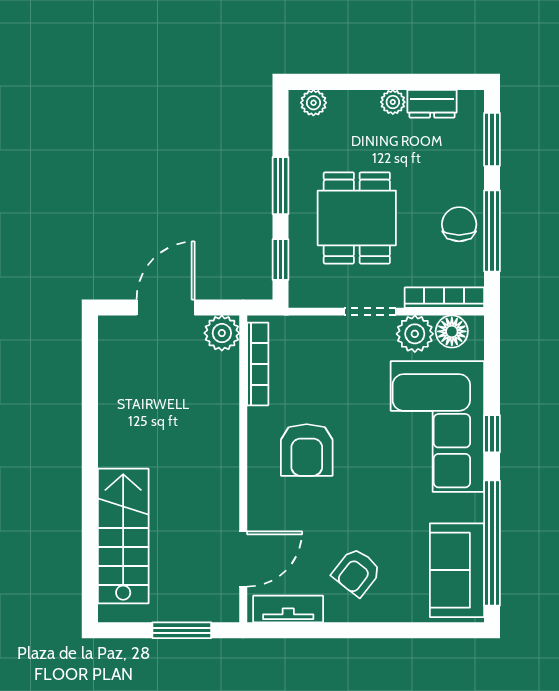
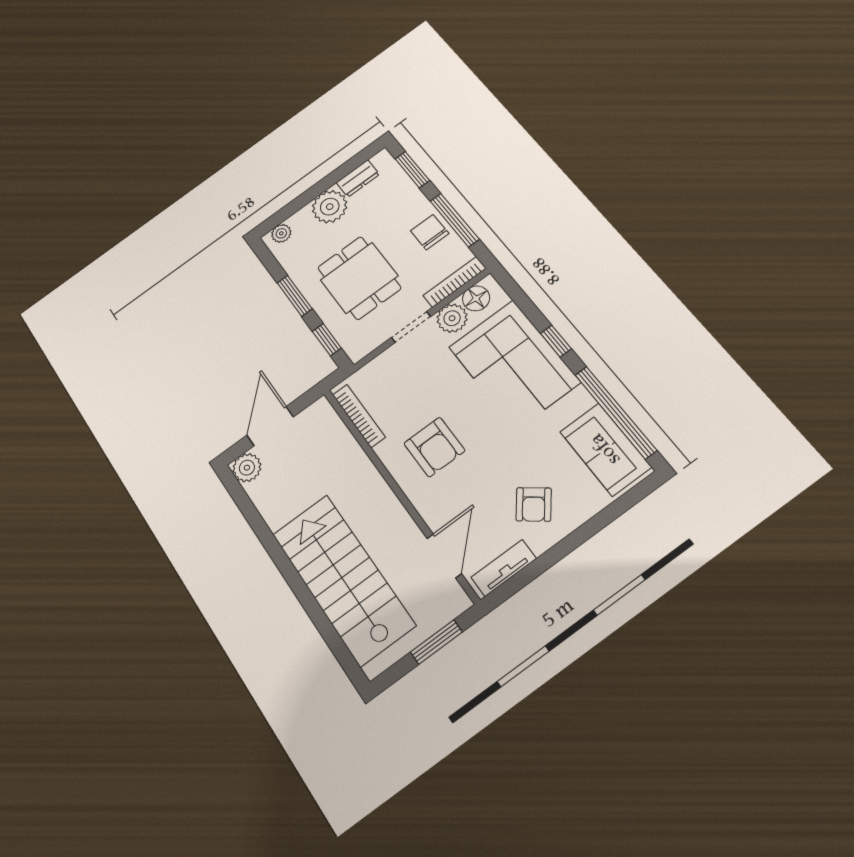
plant: (393, 102) -> (330, 207), width x1.88, depth x1.88
plant: (222, 333) -> (247, 468), moved
stairs: (123, 536) -> (343, 579), width x1.36, depth x1.51

